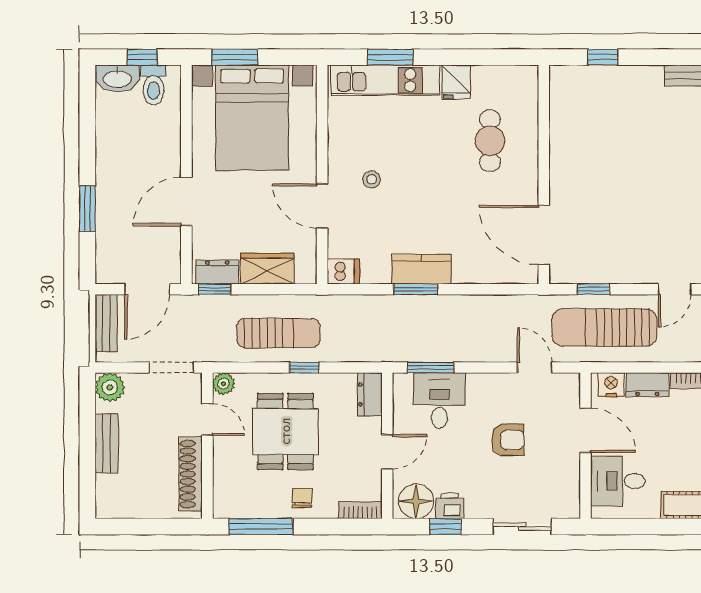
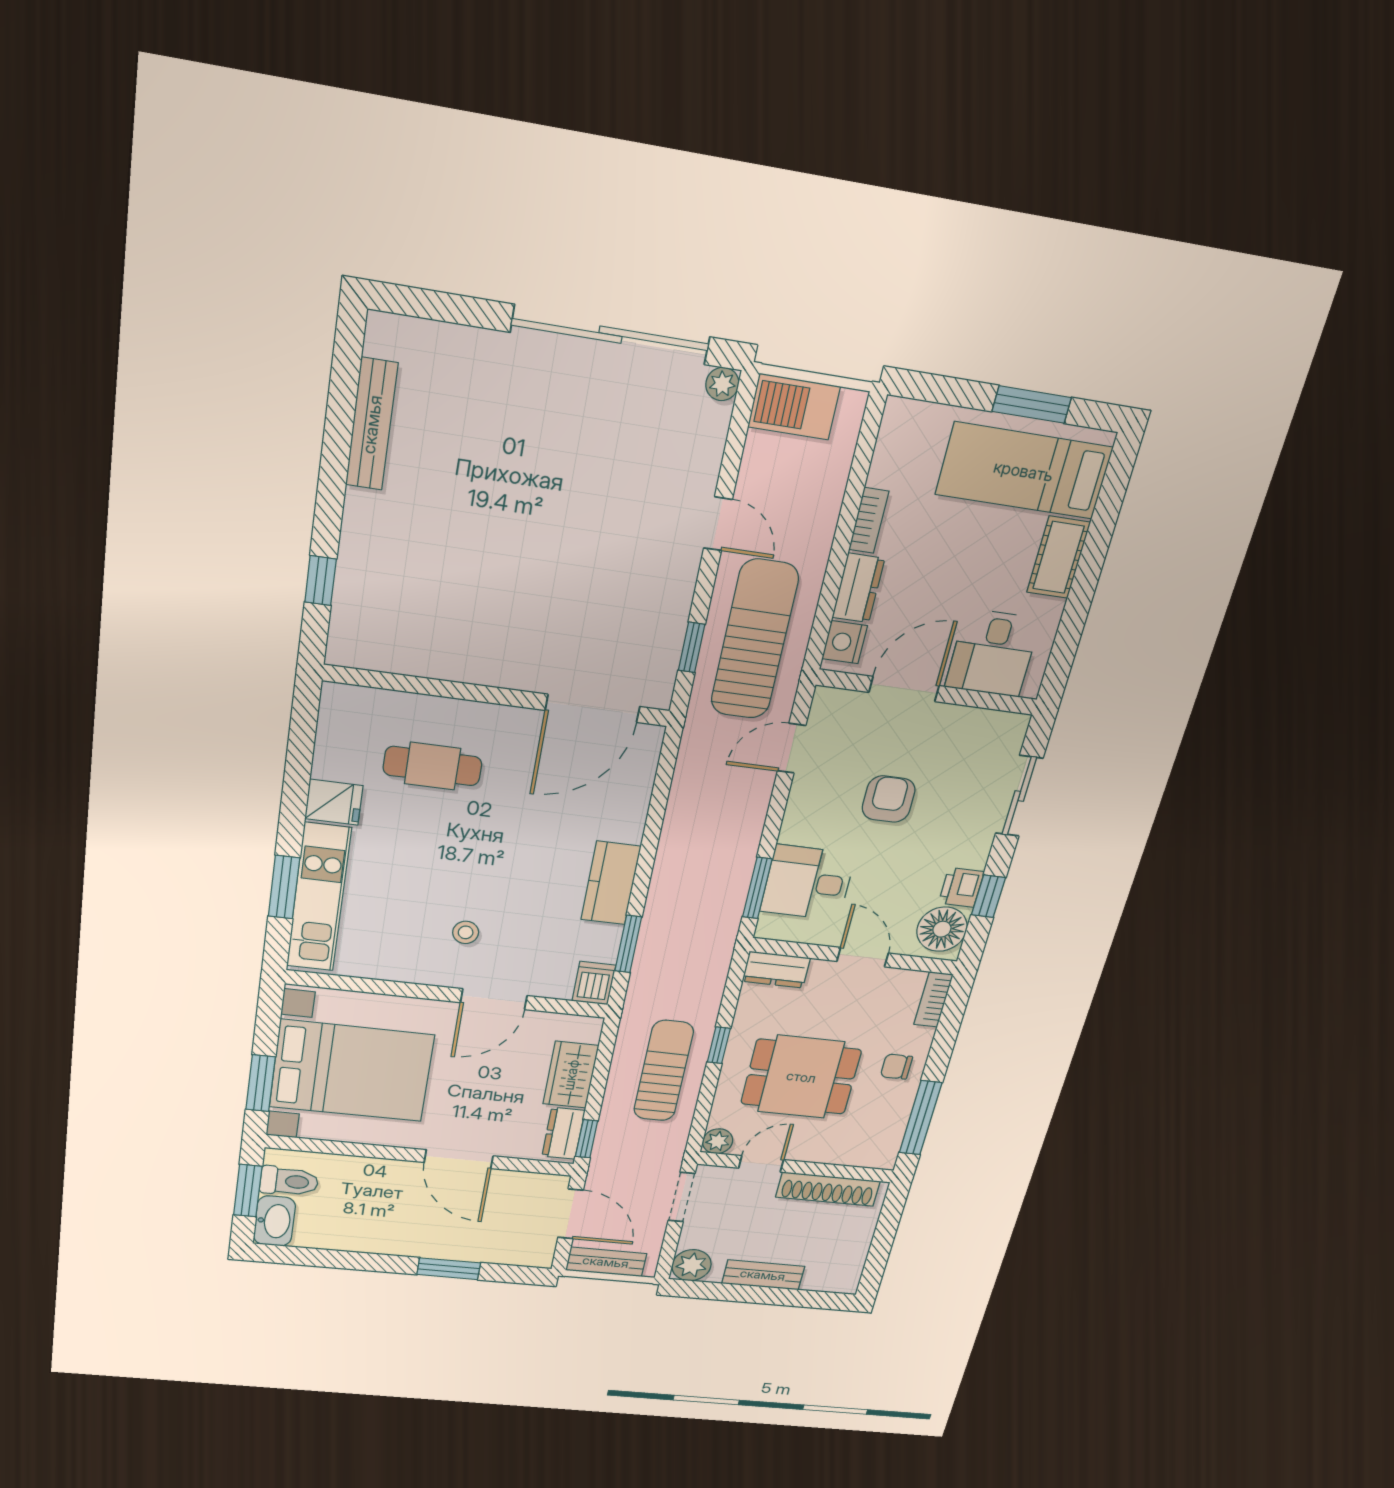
window: (142, 57) -> (248, 1191), width x1.50
window: (416, 289) -> (628, 944), moved
sun lounger: (604, 327) -> (754, 640), turned 180

